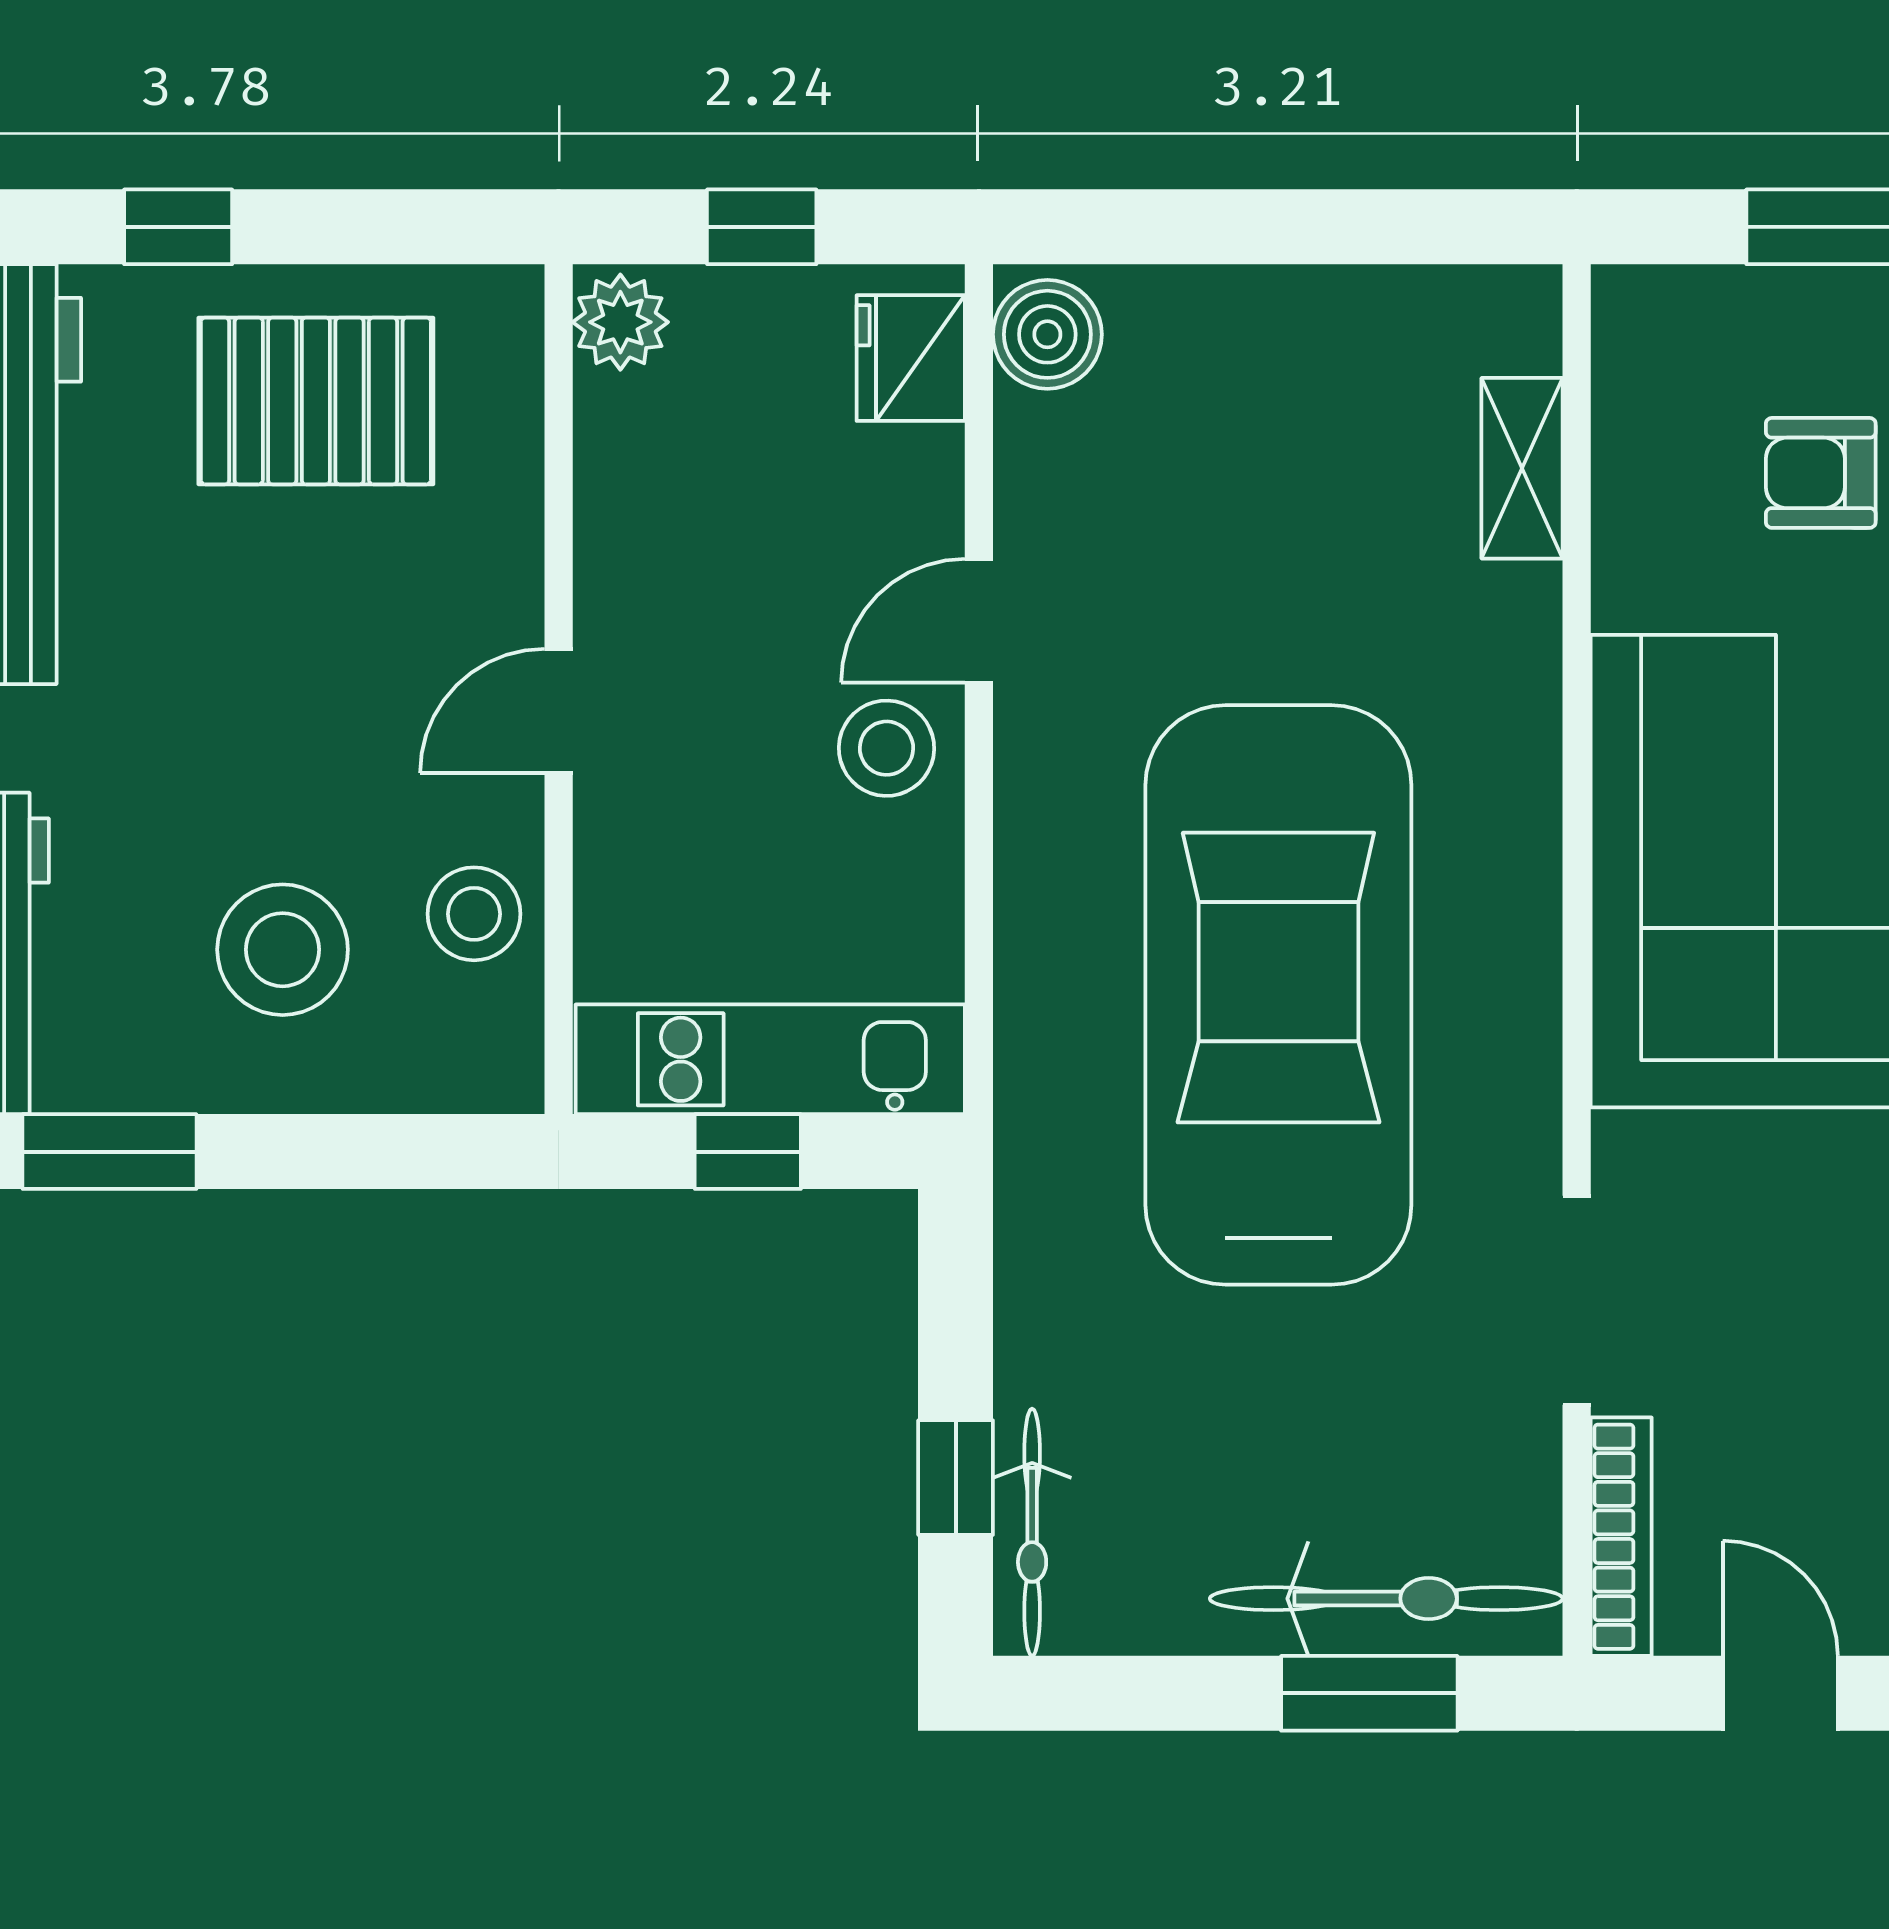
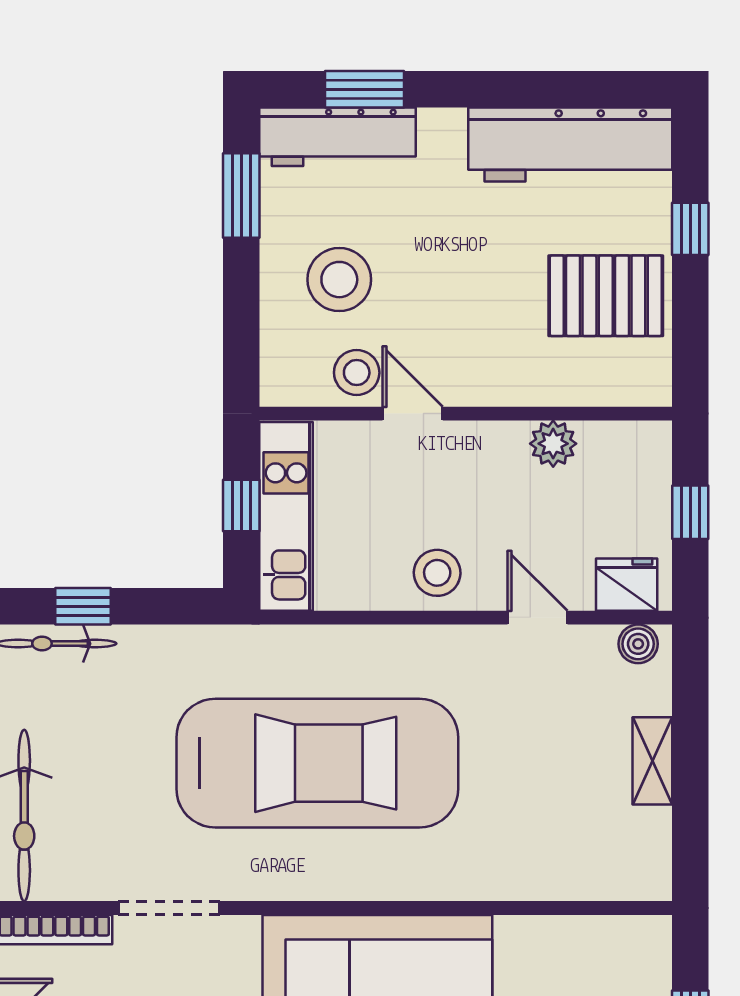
plant: (620, 322) -> (553, 444), moved
boiler: (1047, 334) -> (638, 644), width x0.73, depth x0.73
pallet: (316, 401) -> (606, 296), turned 90
shelving: (1522, 468) -> (652, 761), moved, turned 90
door: (979, 621) -> (538, 618), moved
door: (559, 711) -> (413, 414), moved

